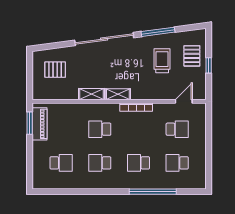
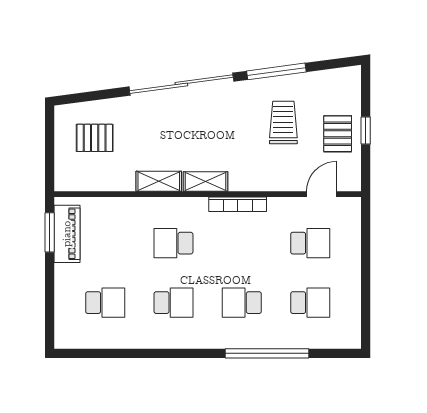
pallet: (192, 56) -> (338, 134), moved
school desk: (100, 163) -> (173, 303), turned 180
school desk: (177, 163) -> (310, 303), turned 180

